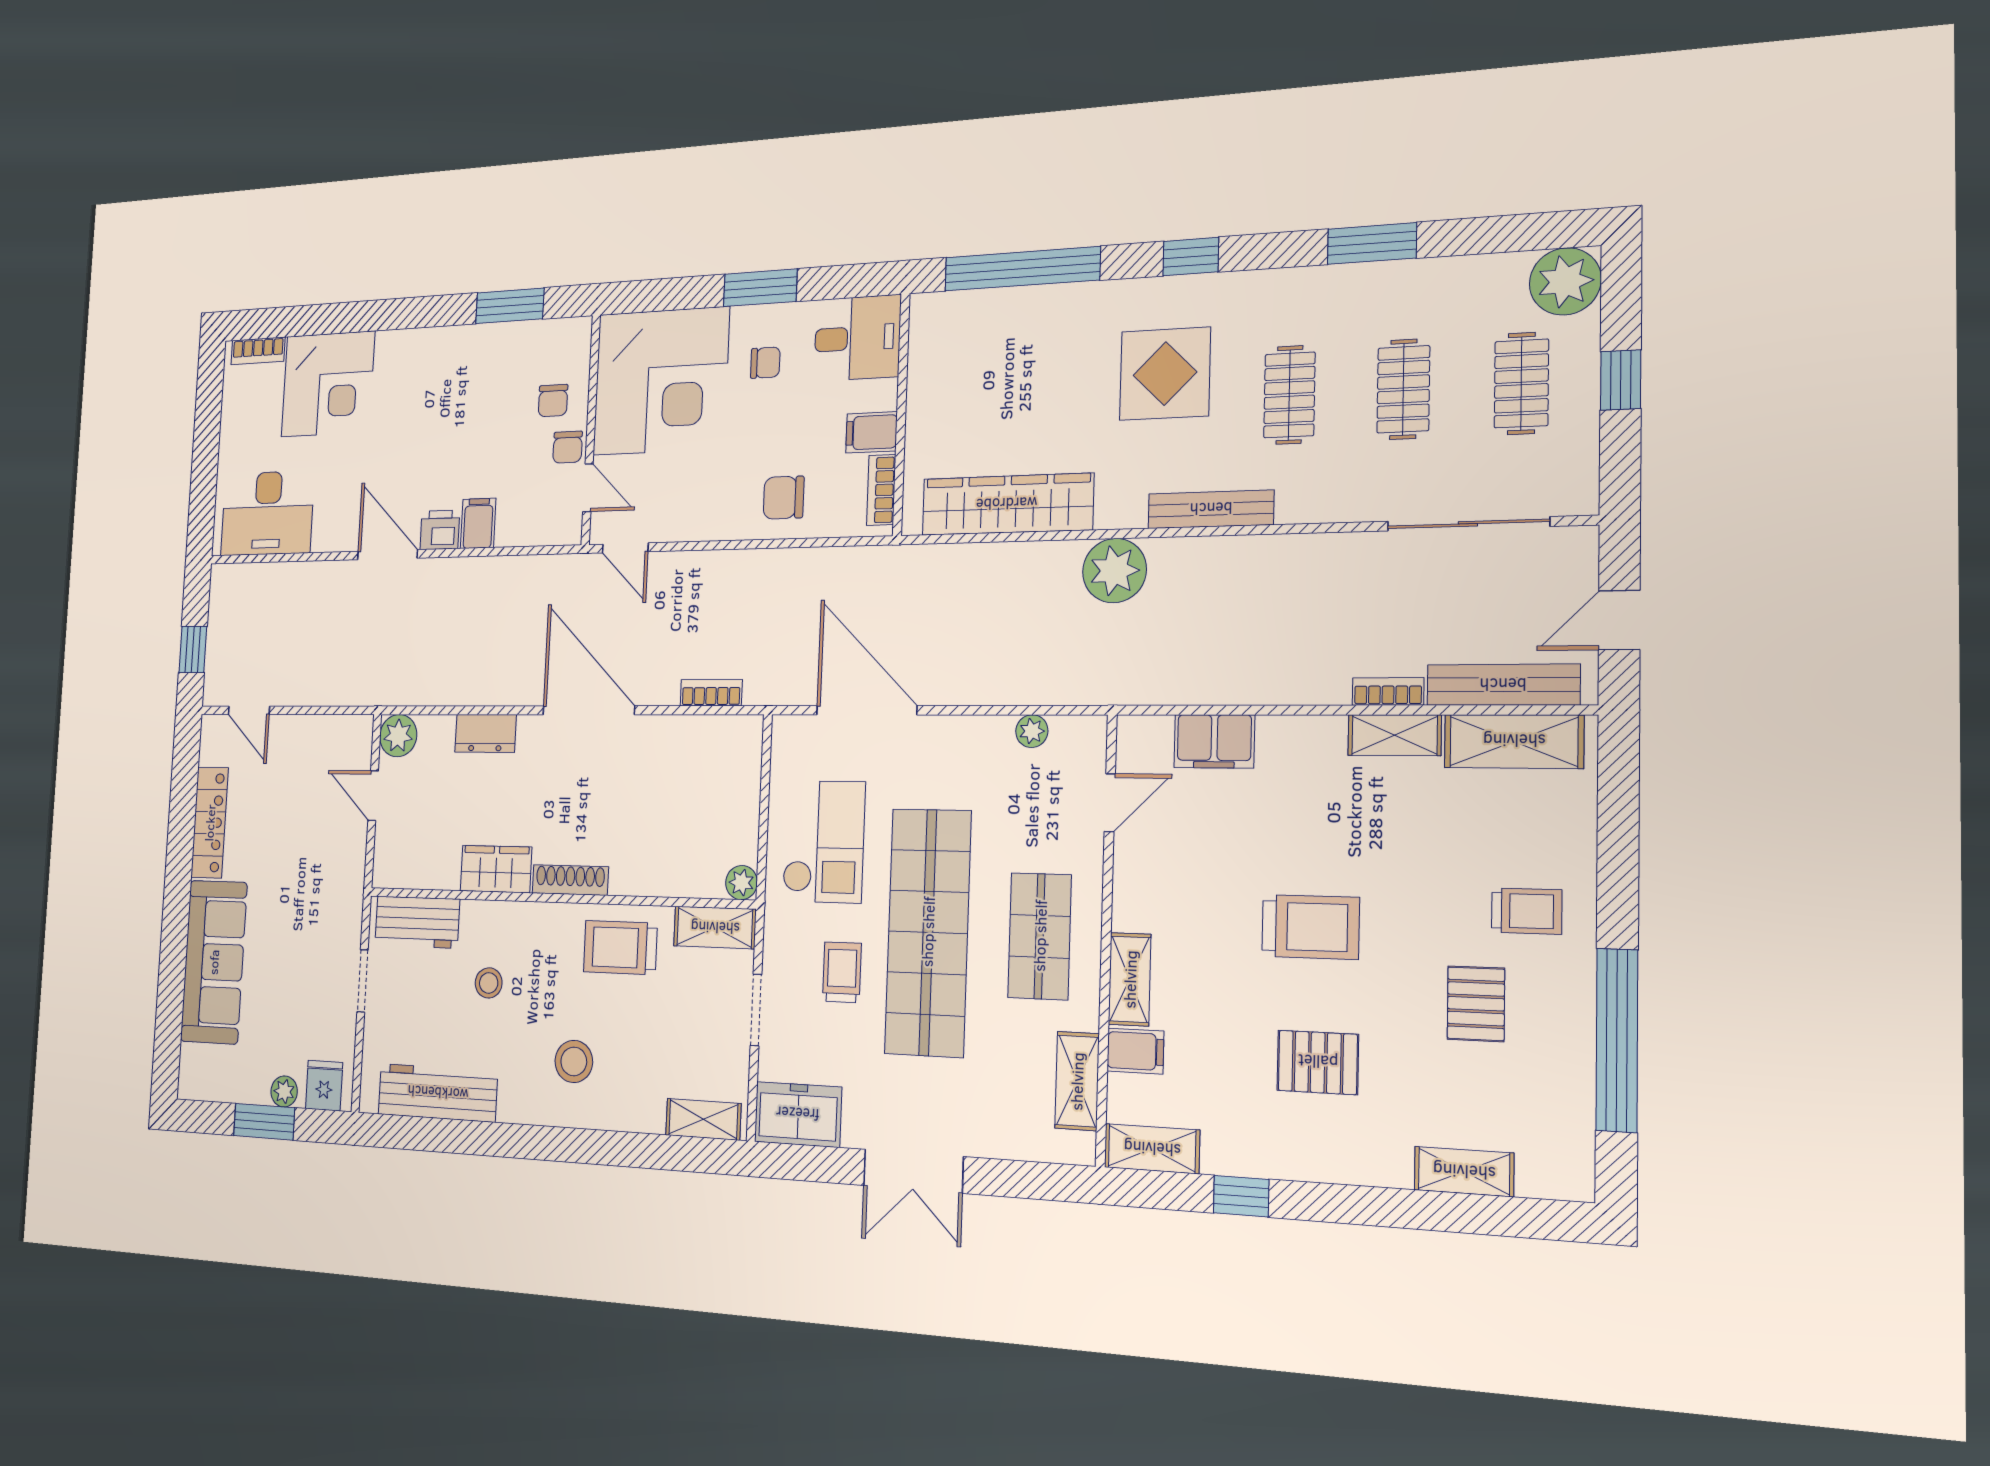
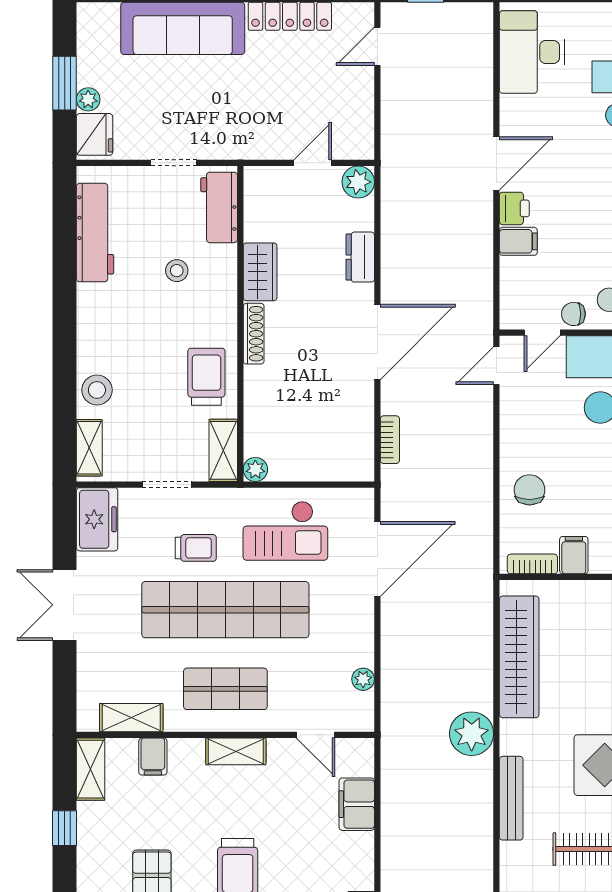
shelving: (1130, 979) -> (236, 751), moved
stool: (574, 1061) -> (97, 390), moved
fridge: (324, 1086) -> (95, 134), width x1.38

